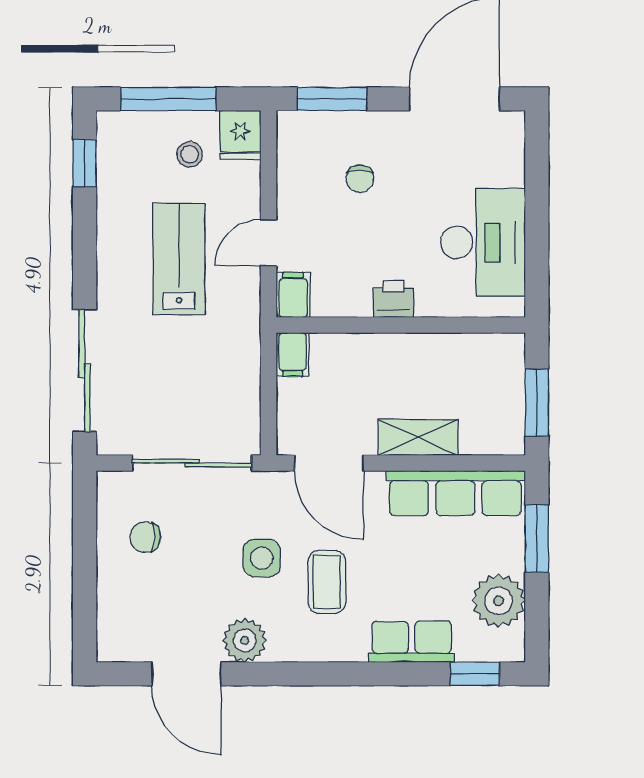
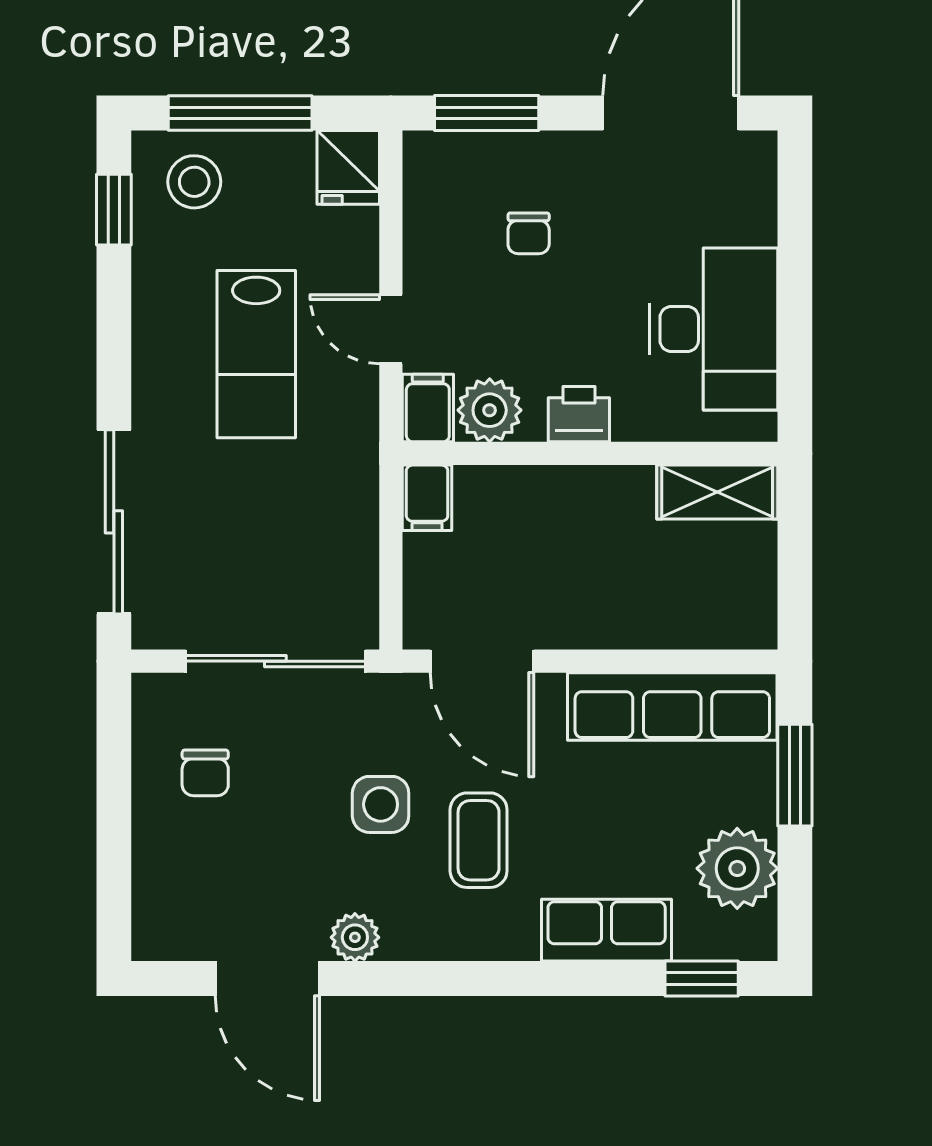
stool: (190, 154) -> (194, 182), moved, width x1.37, depth x1.37
door: (269, 243) -> (391, 329), hinge flipped
lab bench: (179, 259) -> (256, 354), turned 180
plant: (334, 296) -> (490, 410), added
window: (537, 403) -> (795, 570), removed
shelving: (418, 437) -> (717, 492), moved
chair: (145, 537) -> (205, 773), turned -90
plant: (245, 640) -> (355, 937), width x0.73, depth x0.73

